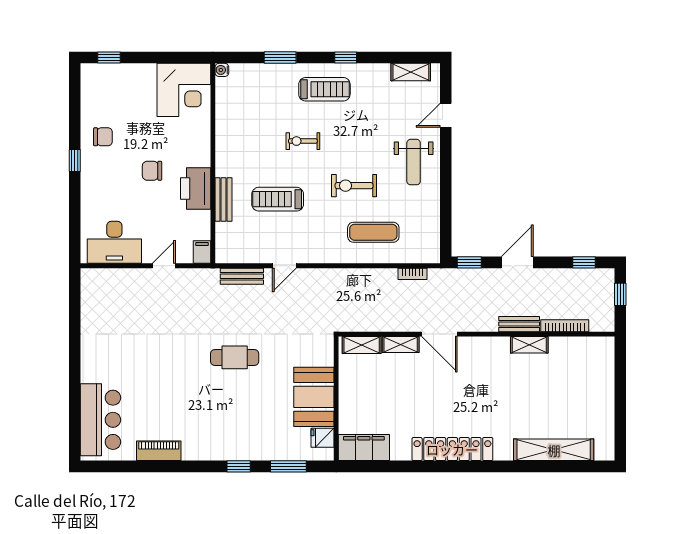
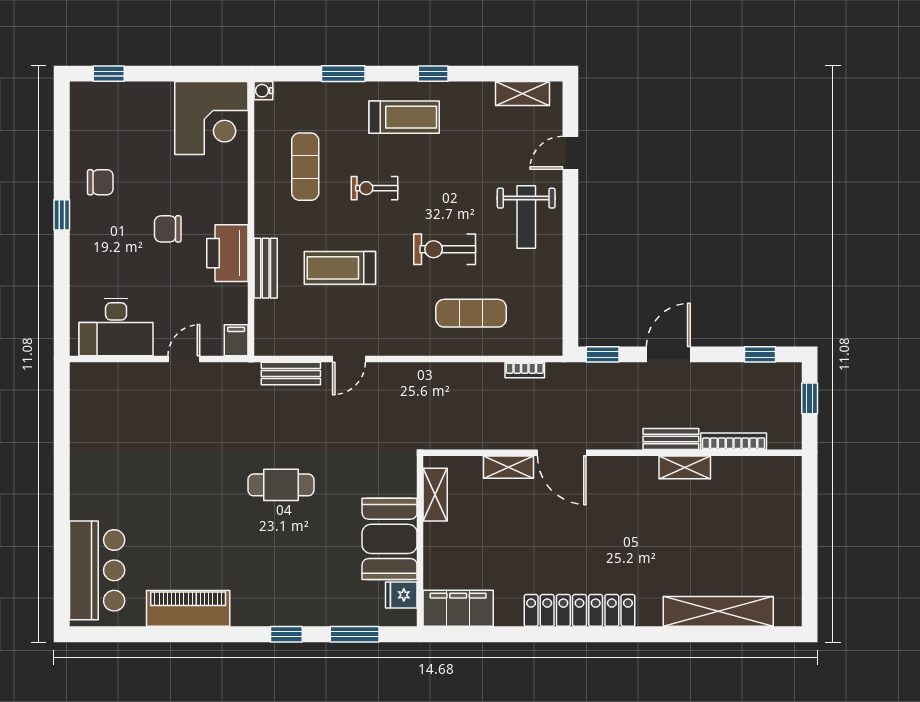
exercise mat: (252, 125) -> (305, 167), added
shelving: (362, 345) -> (435, 495), moved, turned 90
piano: (159, 451) -> (188, 608), width x1.37, depth x1.33

